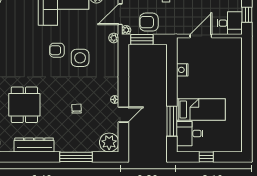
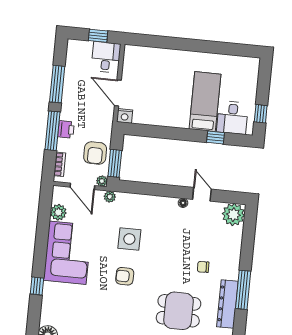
armchair: (57, 50) -> (125, 276), moved, turned 91
nightstand: (182, 70) -> (125, 116), moved
chair: (77, 109) -> (203, 267), moved
window: (172, 121) -> (215, 137), width x0.46
window: (76, 157) -> (243, 290), moved
window: (206, 157) -> (261, 114), moved

